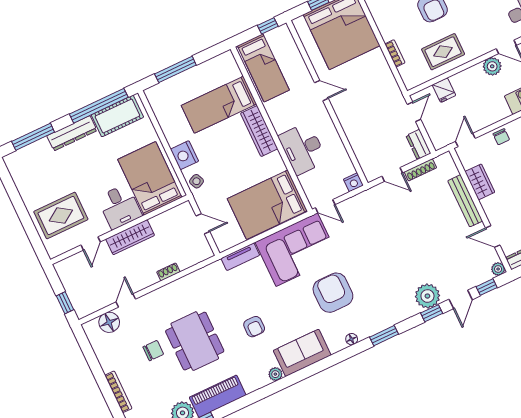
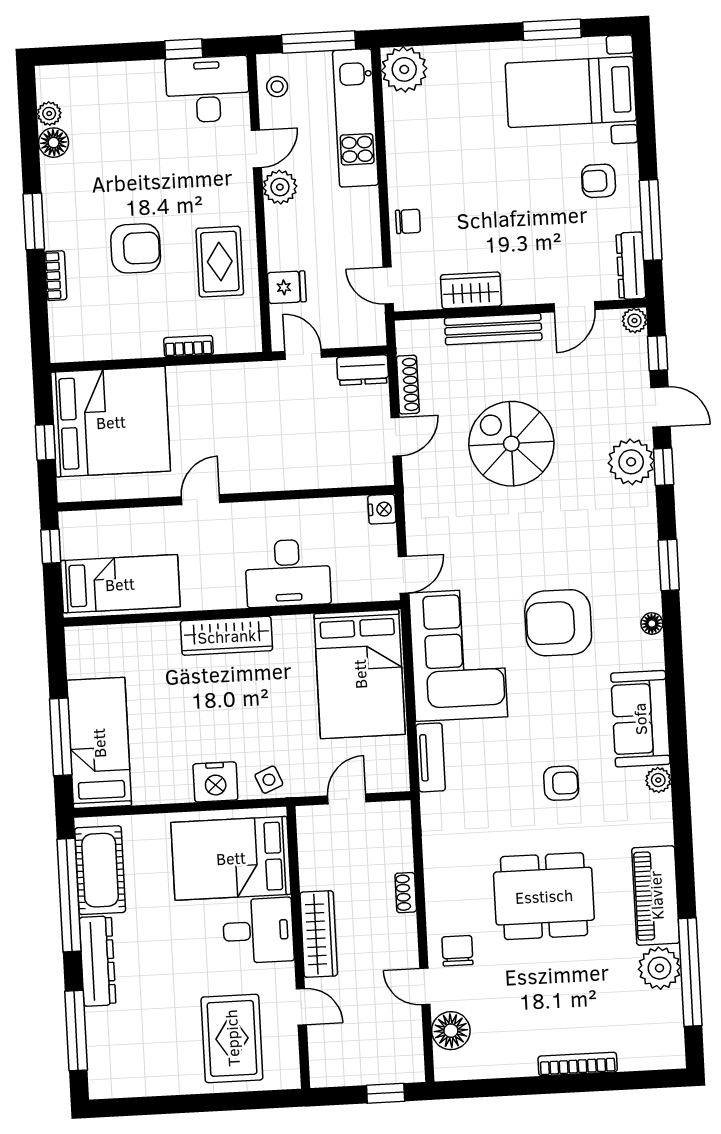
bed: (219, 105) -> (99, 743), moved, turned 180
spiral stairs: (412, 233) -> (511, 444), added
chair: (153, 351) -> (457, 951), moved

